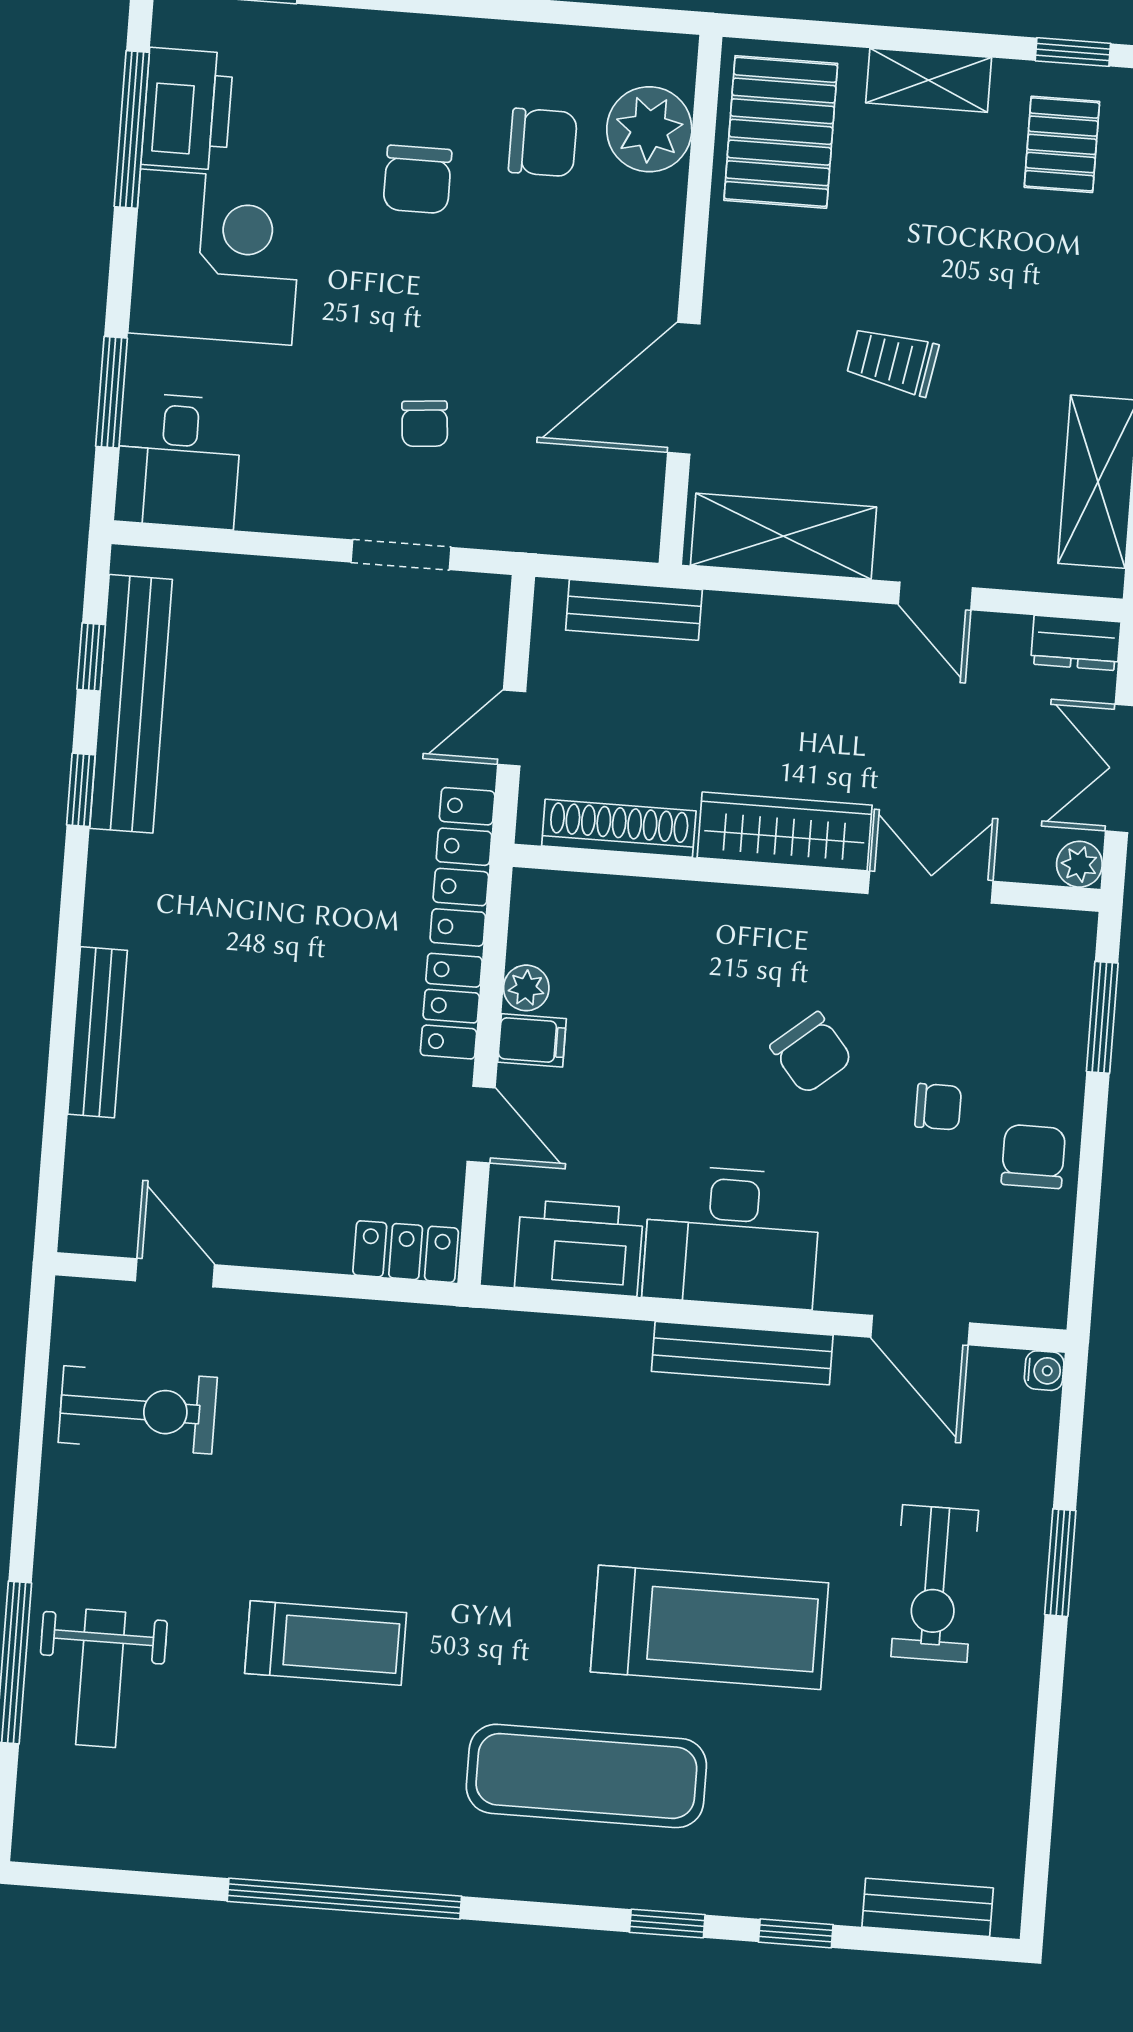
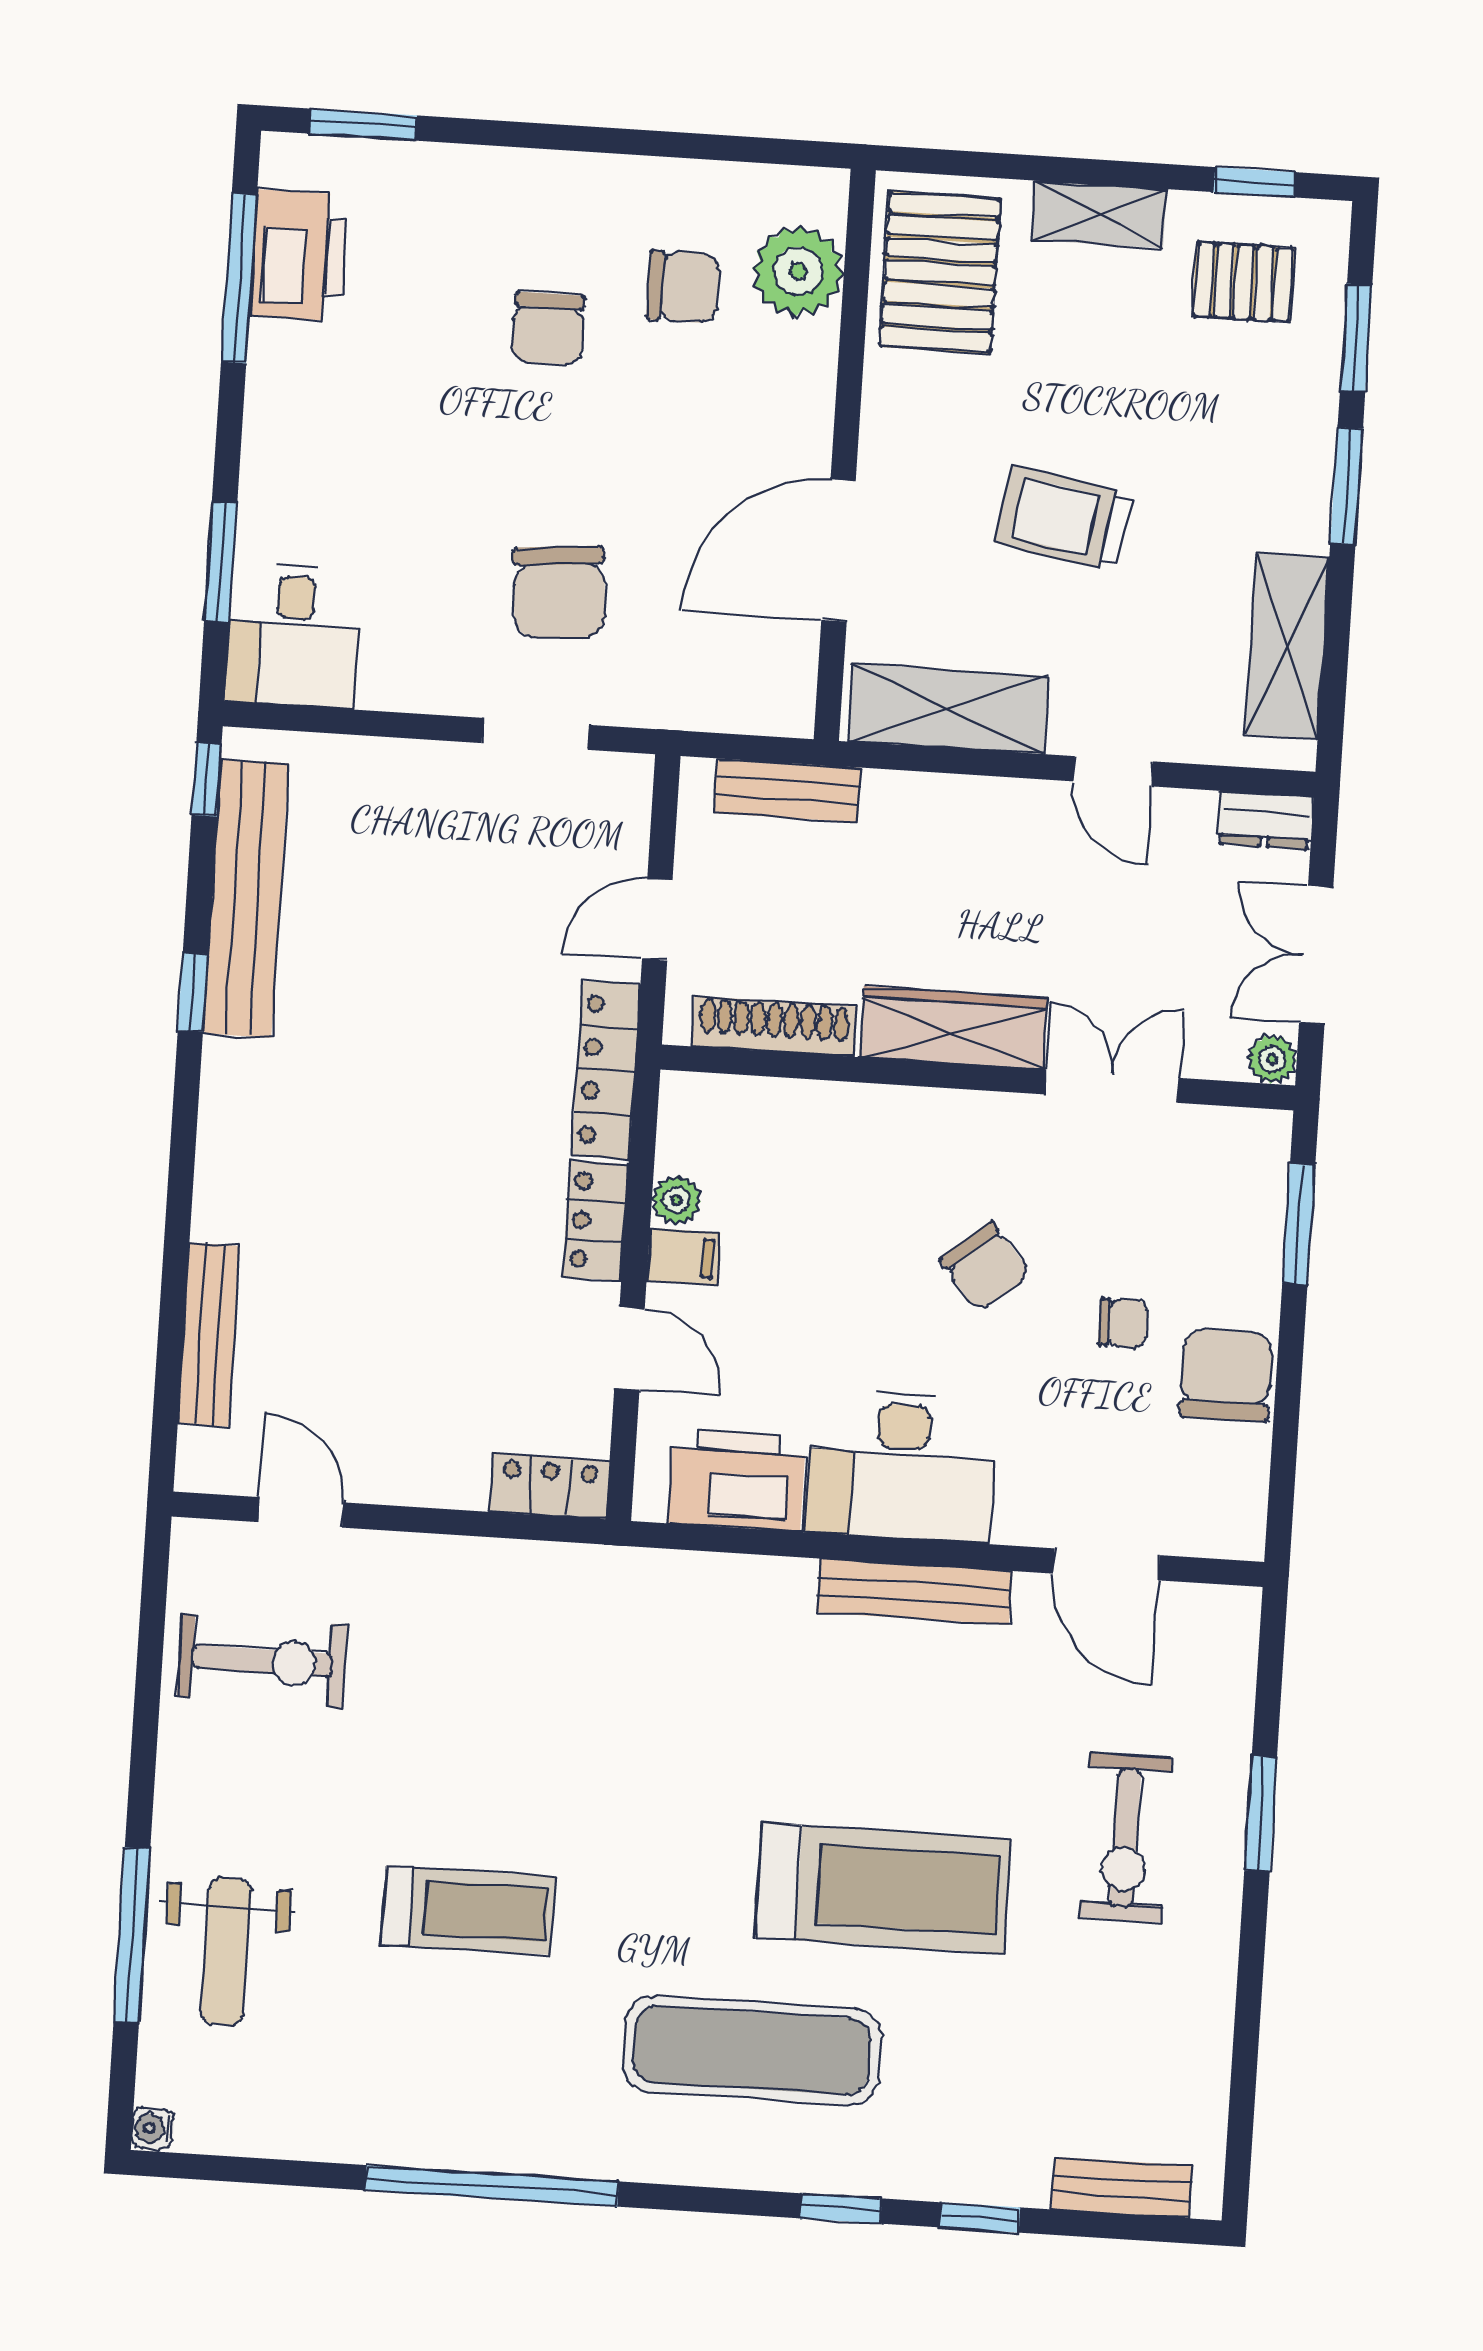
pallet: (1062, 144) -> (1244, 282), turned 90
corner desk: (216, 257) -> (332, 415), removed
trolley: (893, 361) -> (1064, 518), width x1.36, depth x1.39
chair: (425, 424) -> (559, 592), width x1.87, depth x1.87
window: (91, 657) -> (207, 780), moved
bench: (97, 1032) -> (209, 1335), moved
chair: (1033, 1156) -> (1226, 1375), width x1.37, depth x1.37
water cooler: (1044, 1371) -> (153, 2128), moved, turned 180

